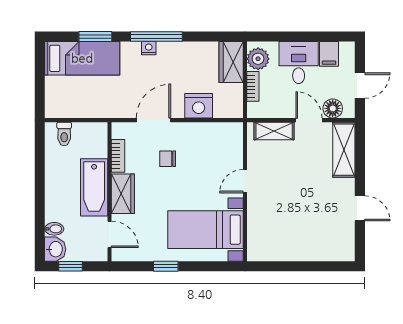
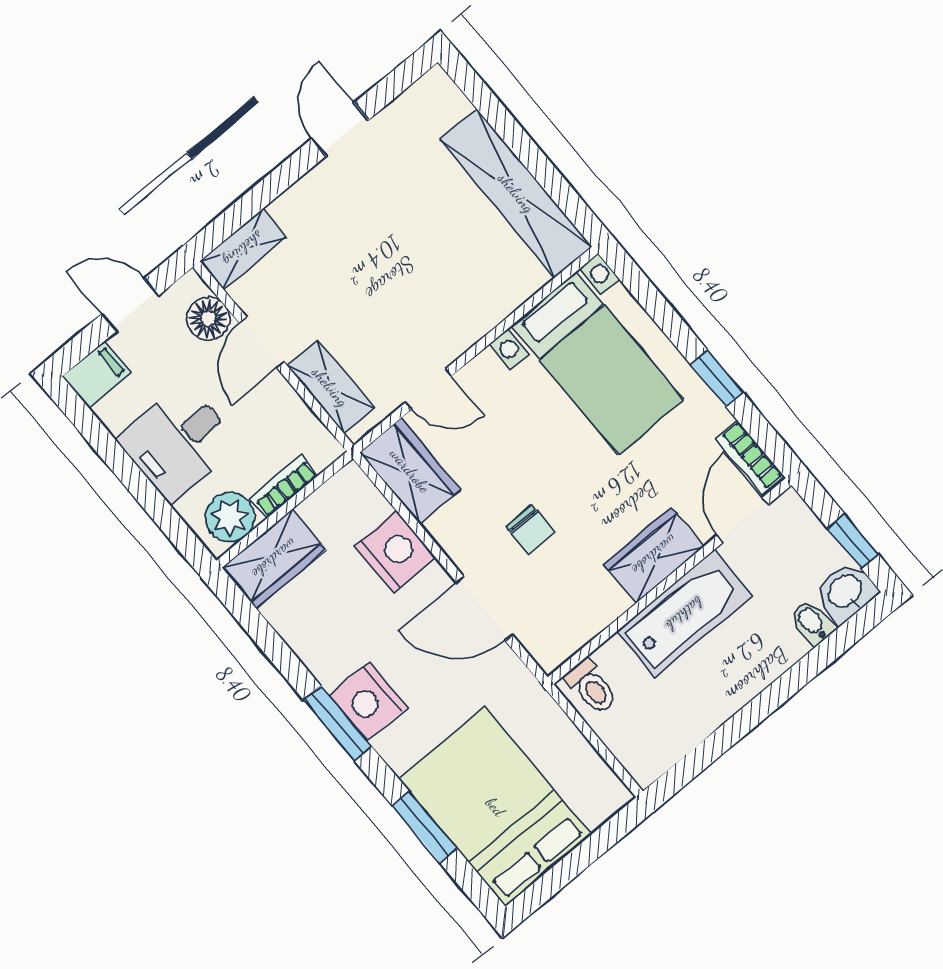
window: (156, 37) -> (338, 723), width x0.69
nightstand: (149, 48) -> (368, 701), width x1.89, depth x1.79
filing cabinet: (329, 54) -> (97, 374), moved
bed: (82, 58) -> (495, 807), width x1.50
toilet: (64, 134) -> (591, 687), moved, turned 90
wardrobe: (222, 134) -> (410, 471), added
shelving: (344, 150) -> (243, 249), width x0.67, depth x0.75
bookcase: (118, 156) -> (750, 458), moved, turned -90
door: (245, 181) -> (428, 389), moved
shelving: (287, 250) -> (516, 193), added

